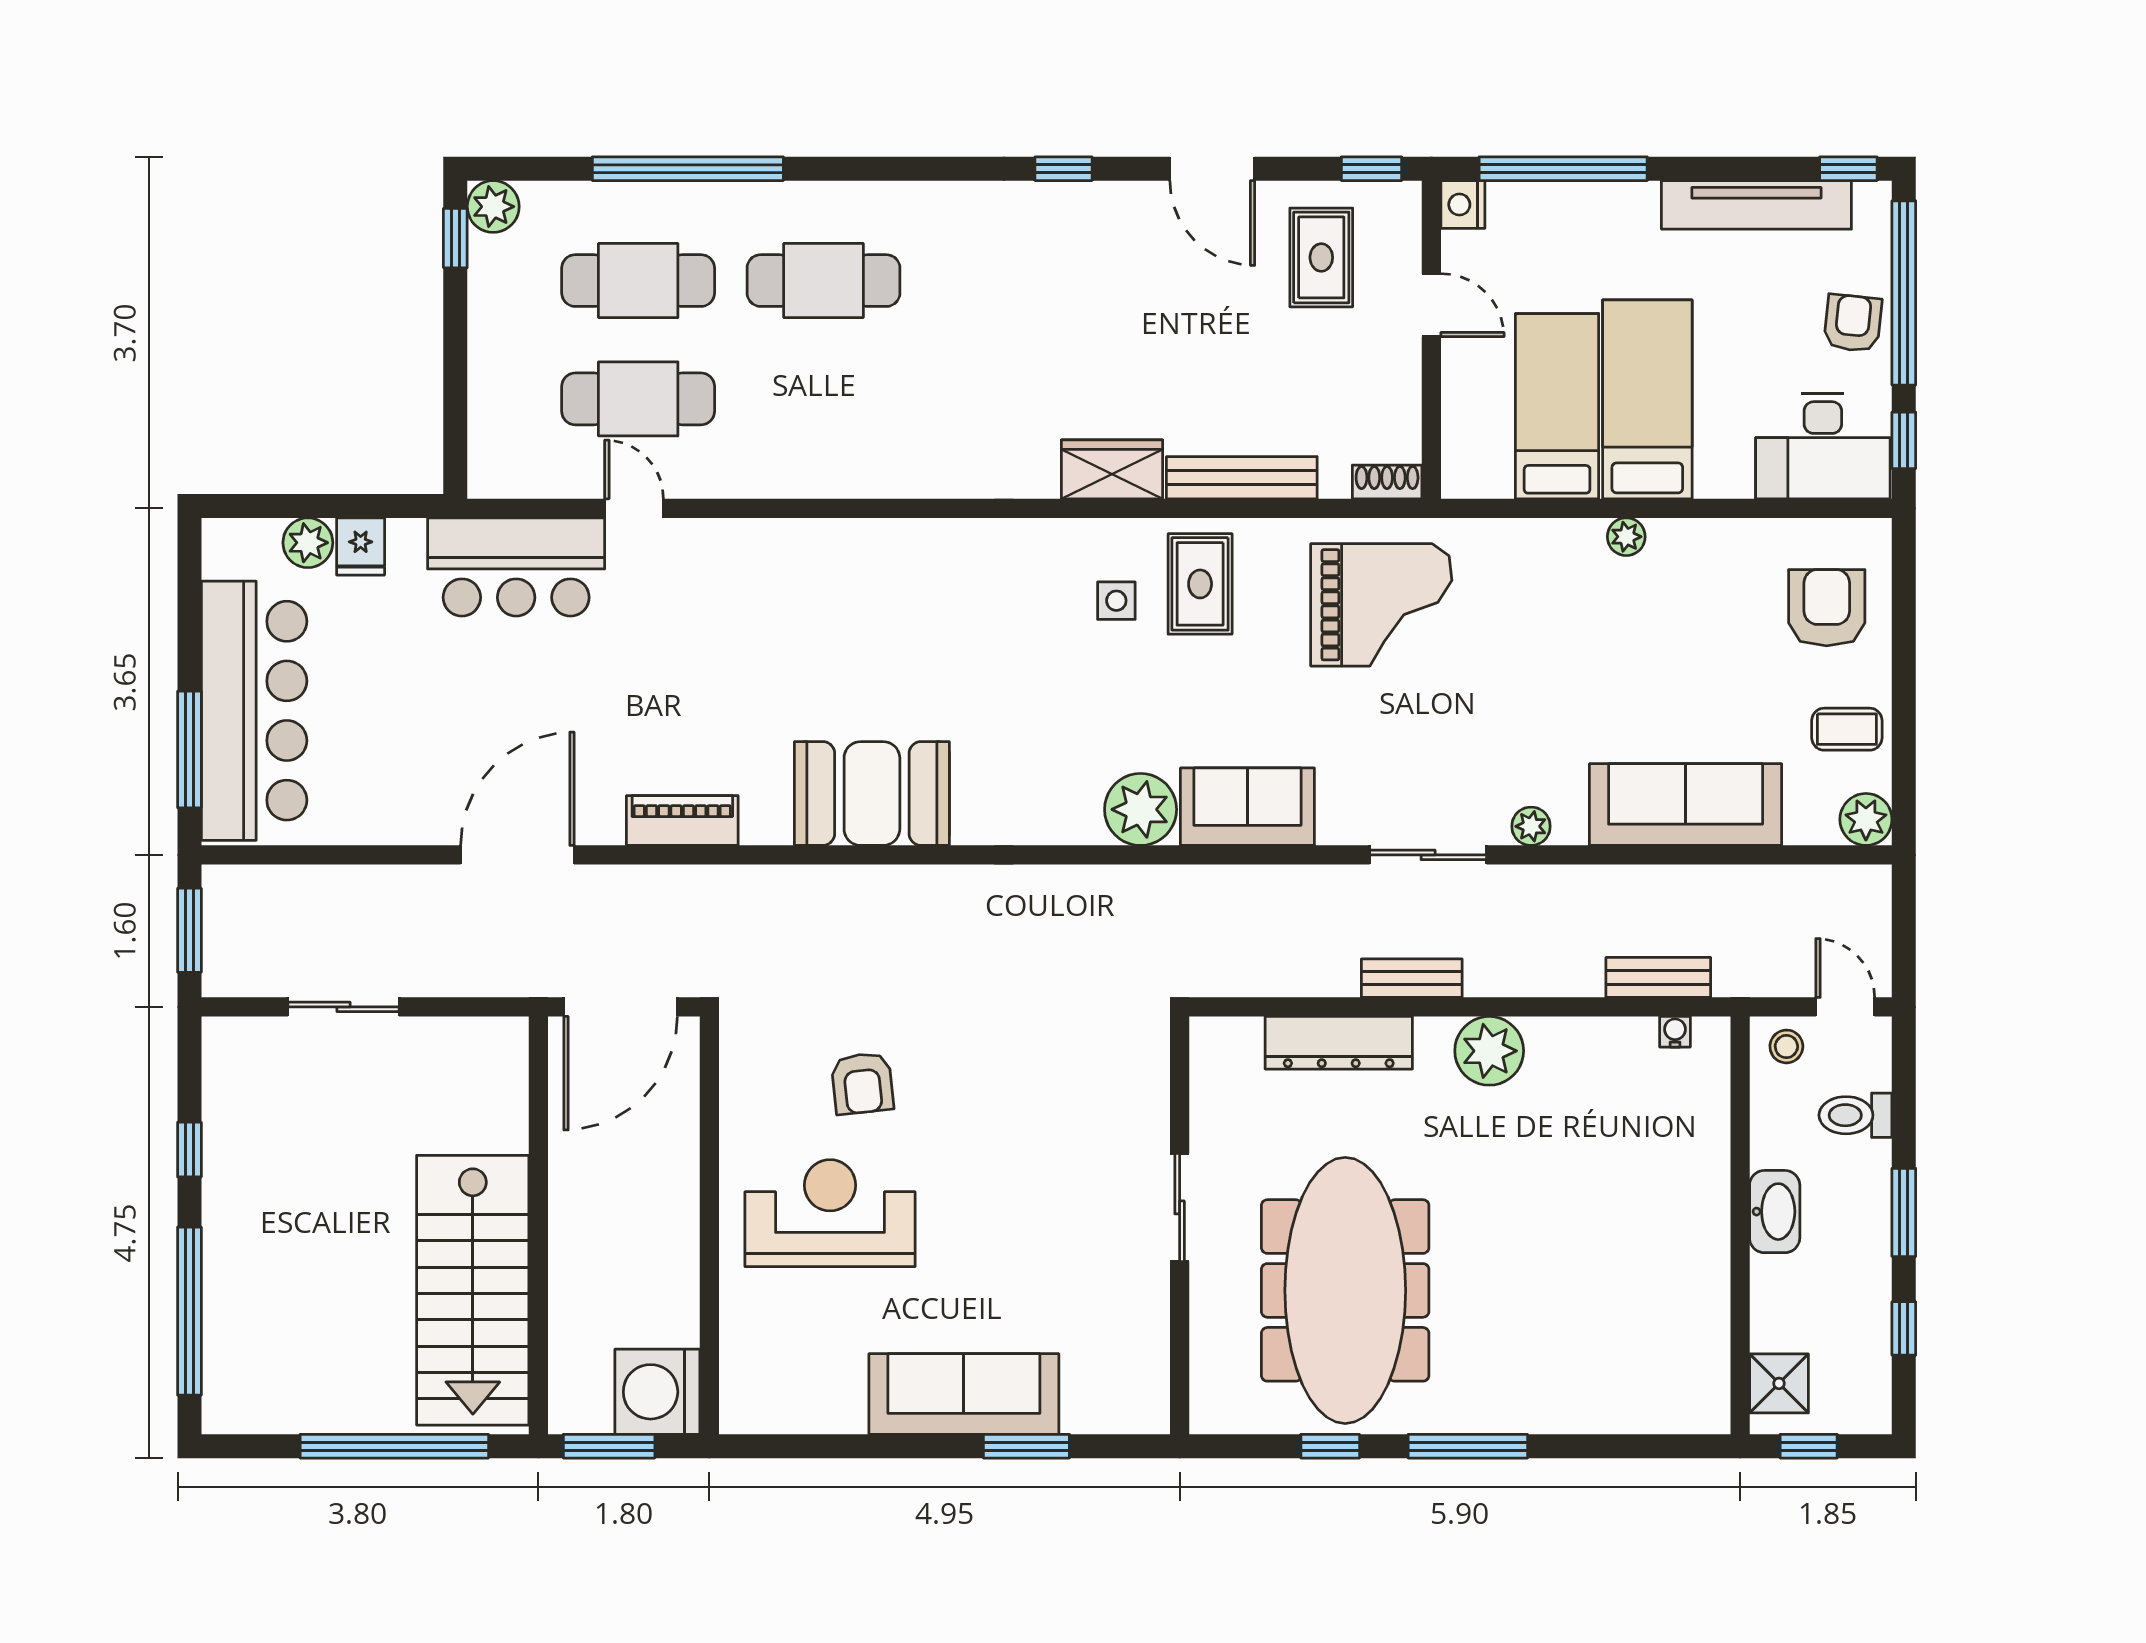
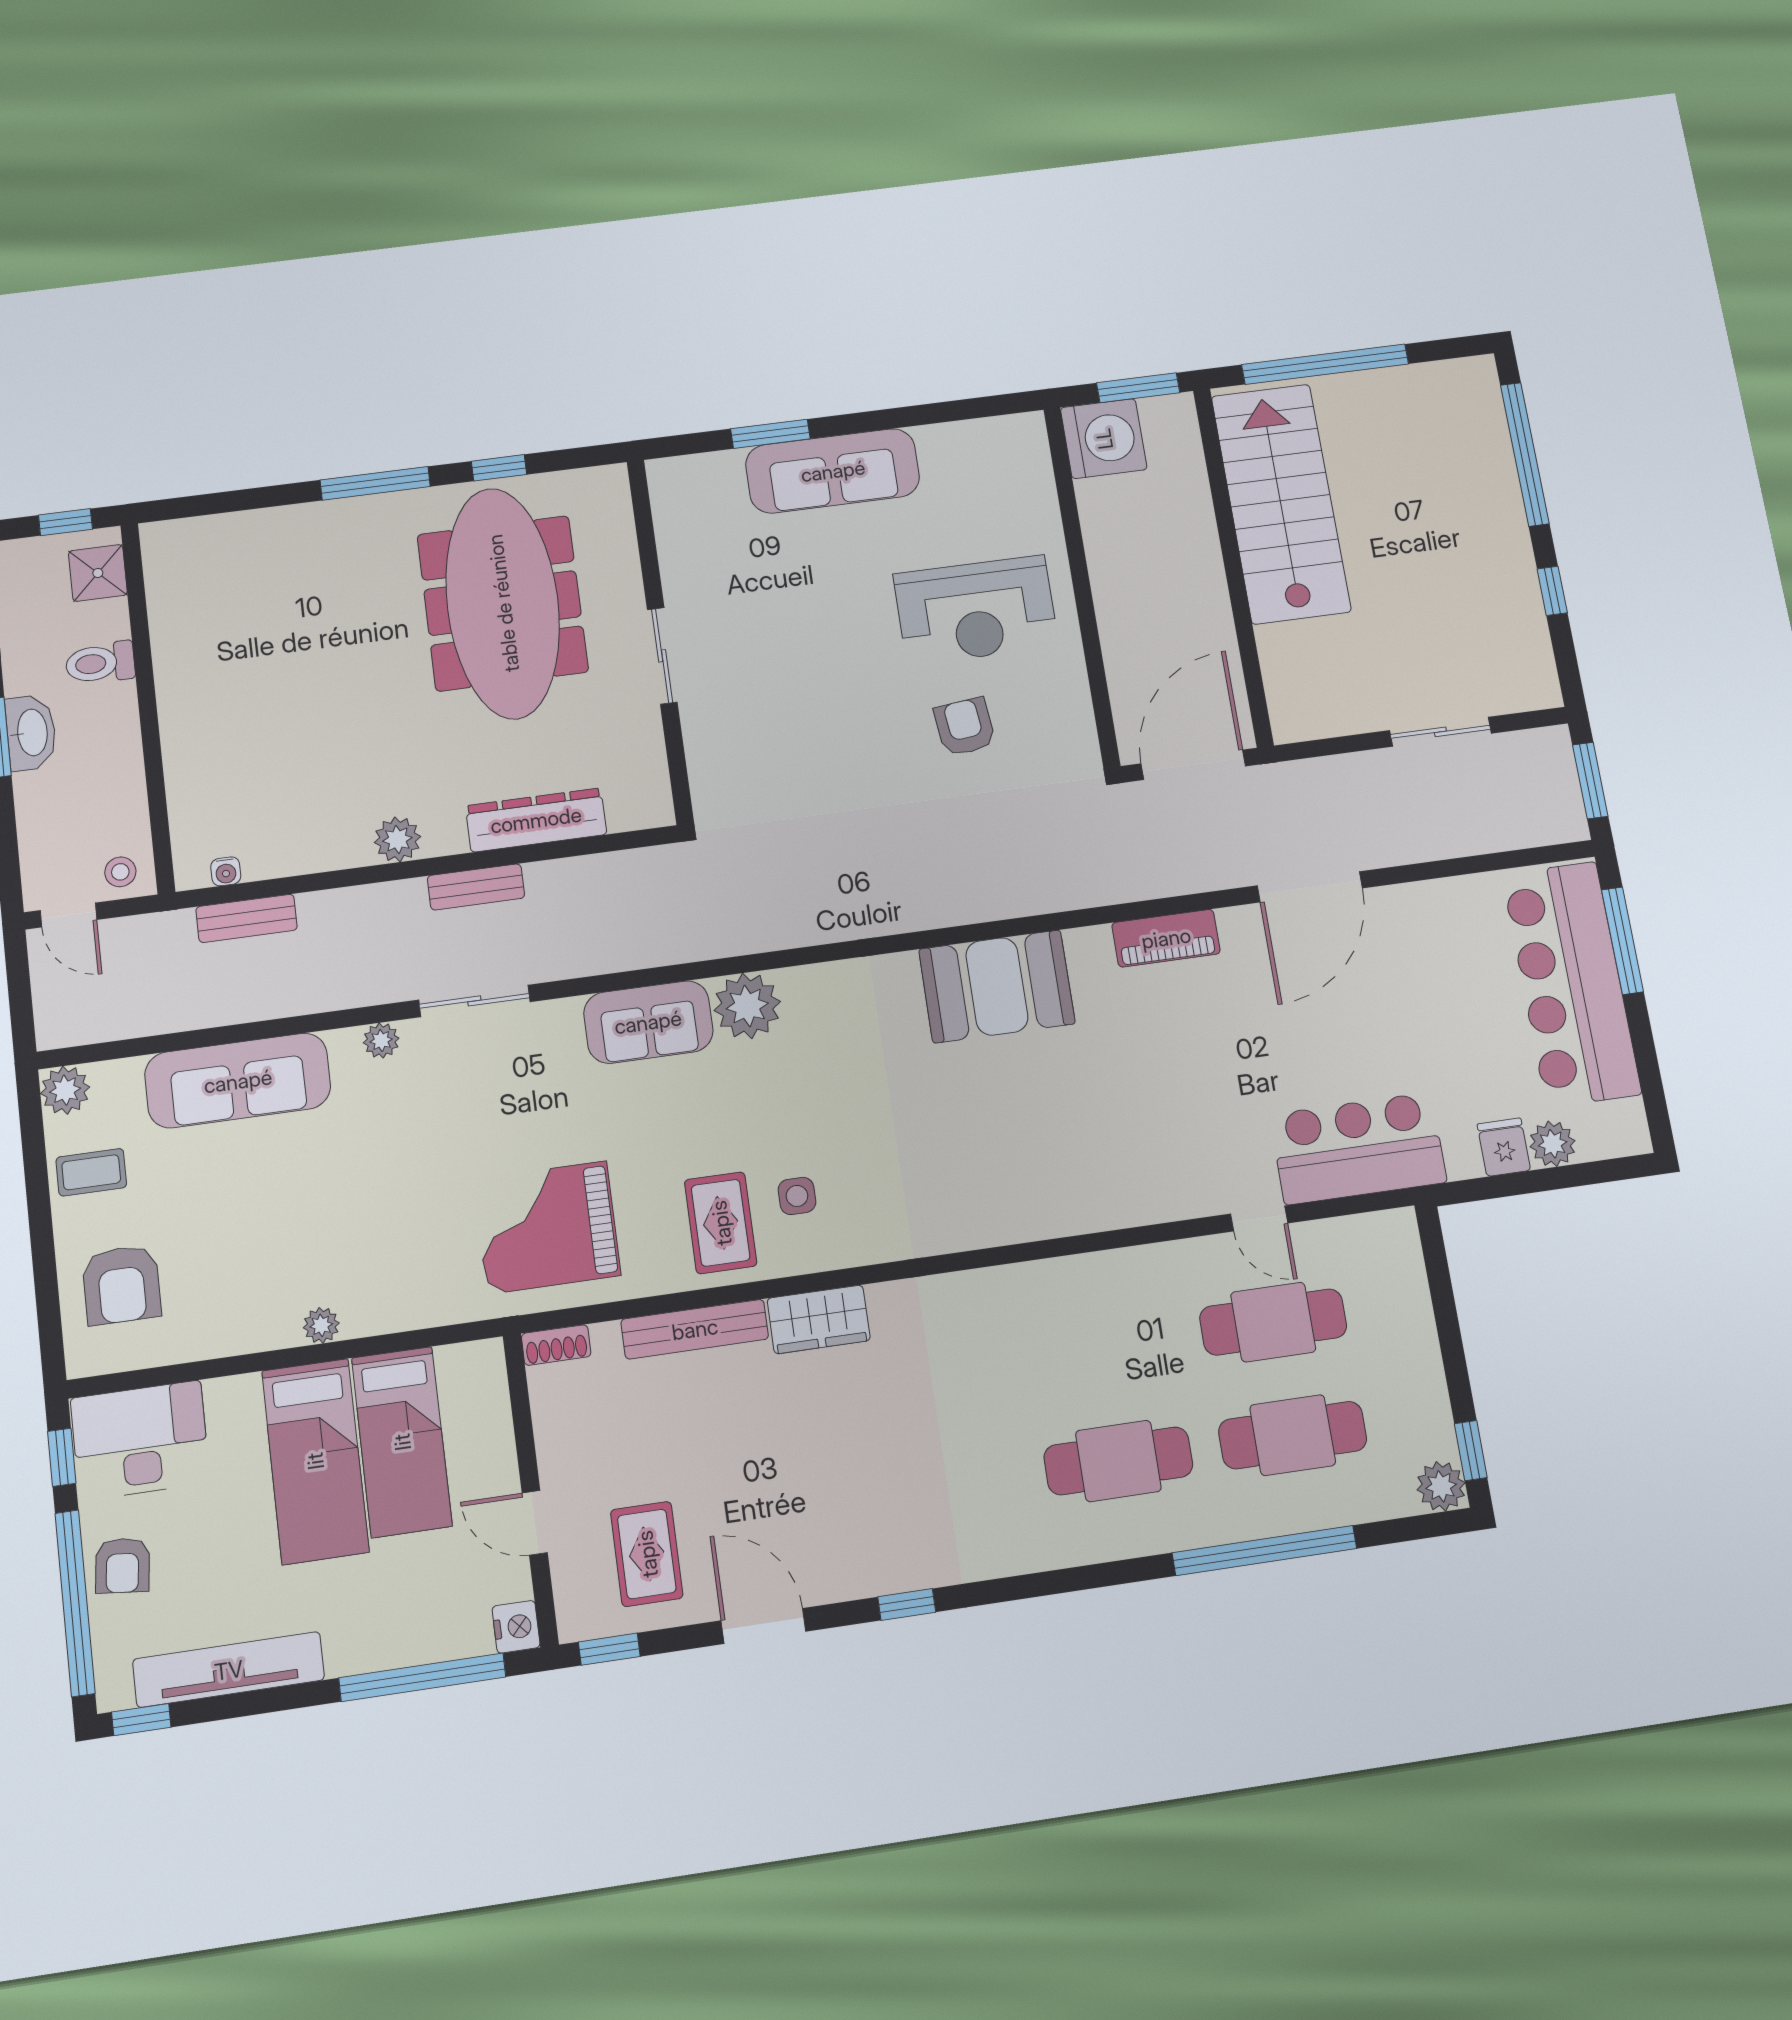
plant: (1489, 1051) -> (397, 839), width x0.73, depth x0.73
toilet: (1855, 1115) -> (100, 663), moved, turned 180
washbasin: (1775, 1212) -> (31, 733), moved, turned 180

